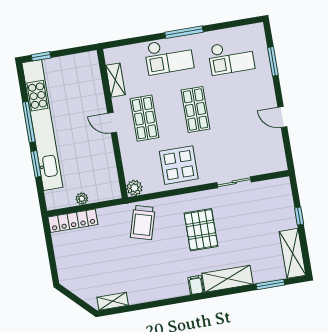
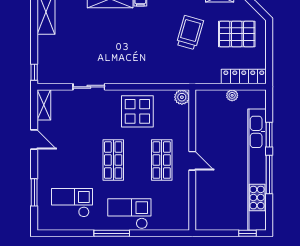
shelving: (115, 80) -> (44, 105), moved
window: (299, 216) -> (34, 72), moved
trolley: (143, 222) -> (190, 33), moved
pallet: (201, 230) -> (237, 34), moved, turned 90

